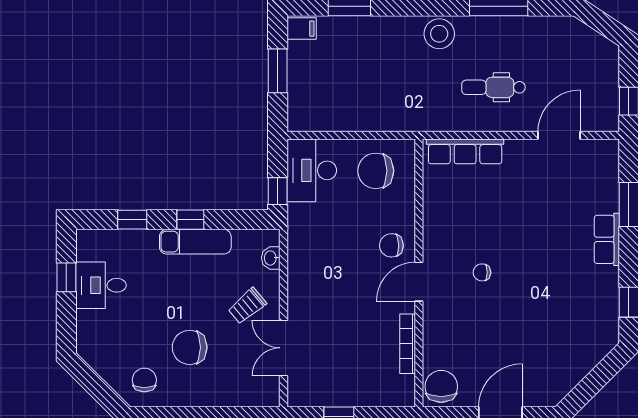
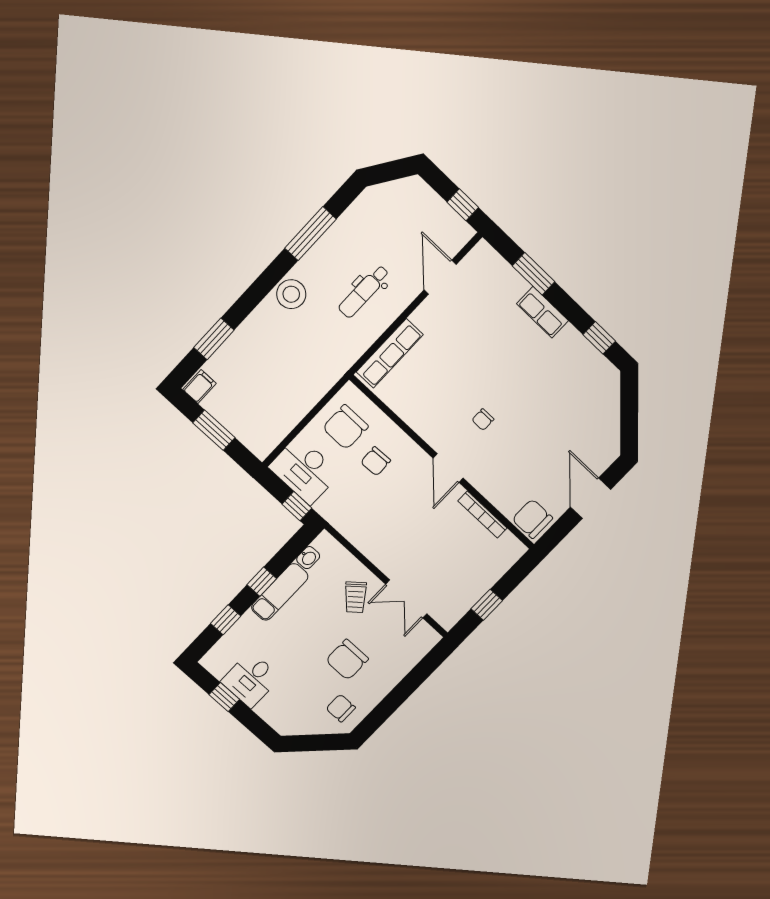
chair: (391, 245) -> (376, 461), moved
washbasin: (271, 258) -> (308, 558), moved, turned -90

